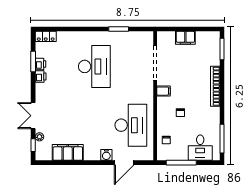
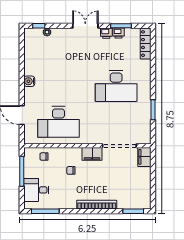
locker: (46, 36) -> (146, 44), width x1.53
filing cabinet: (185, 38) -> (144, 157), moved
filing cabinet: (163, 91) -> (92, 154), width x2.00
double door: (33, 116) -> (85, 26), moved
filing cabinet: (68, 152) -> (32, 60), removed
water cooler: (106, 155) -> (29, 81), moved

